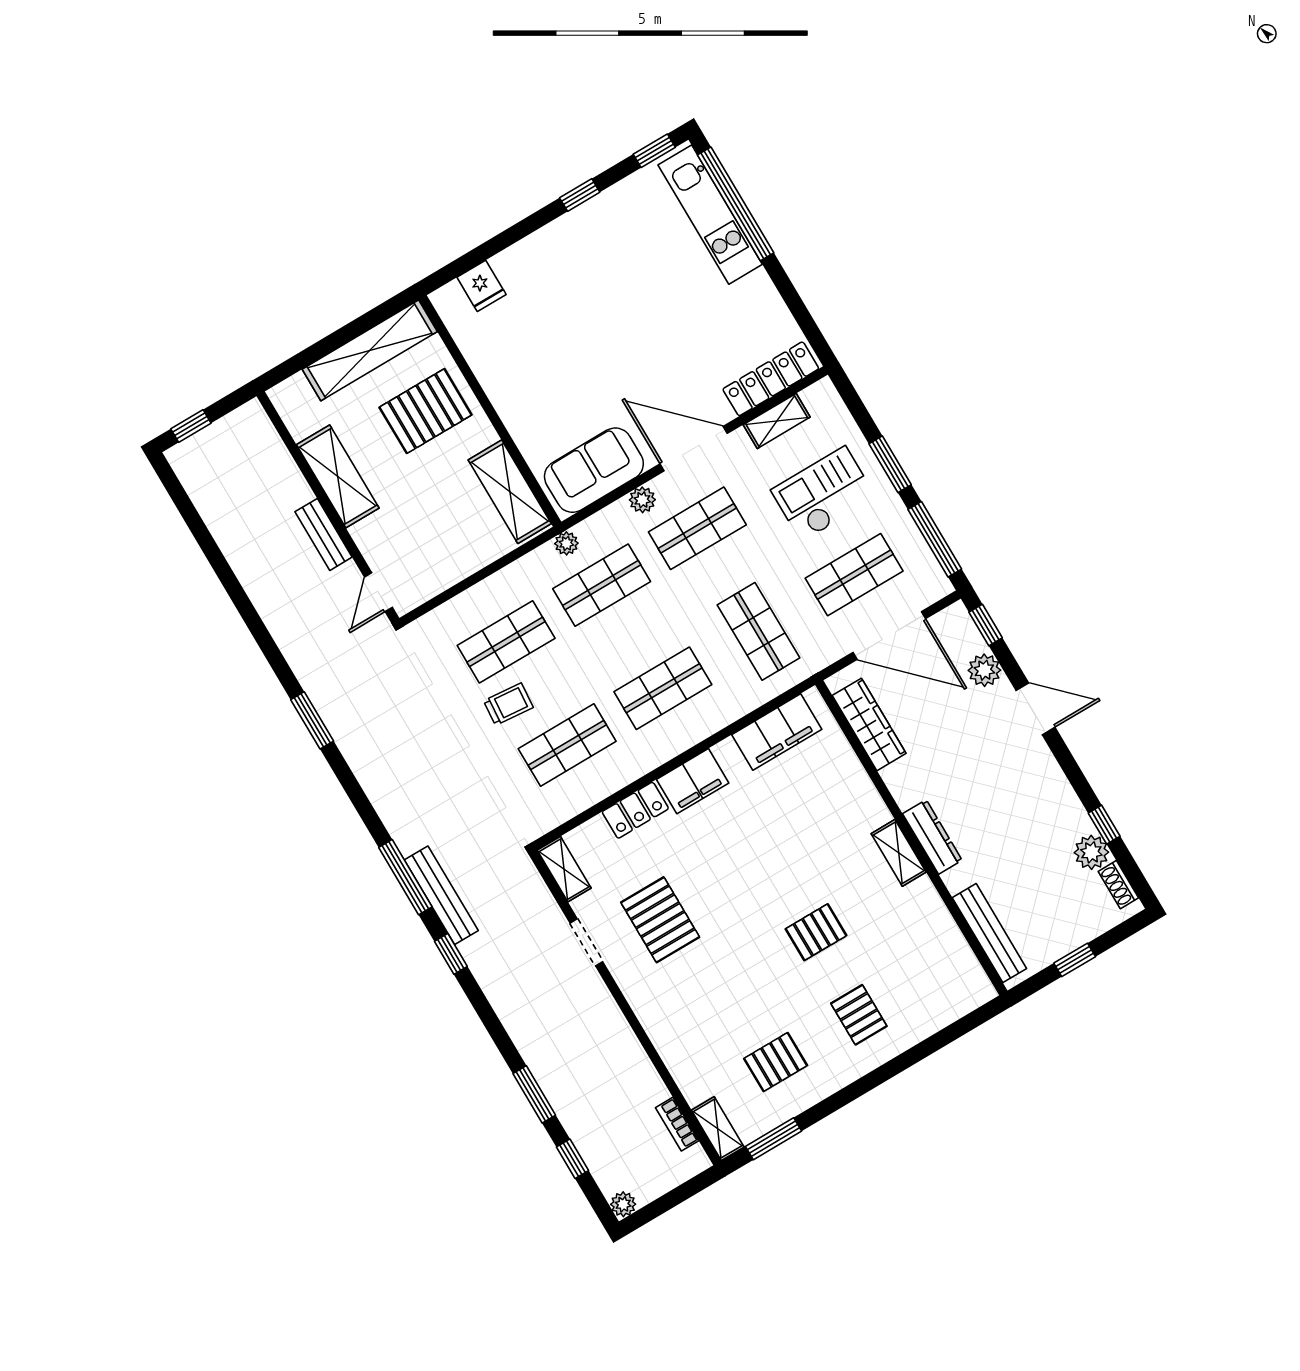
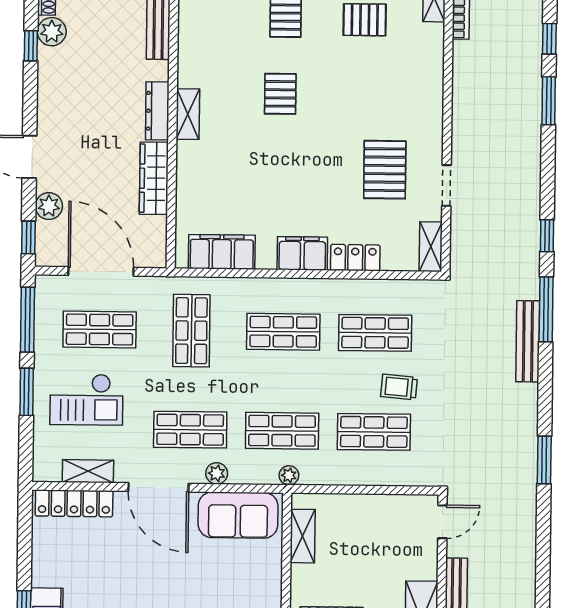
shelving: (510, 492) -> (303, 536), width x0.67, depth x0.75
wardrobe: (869, 724) -> (154, 178), moved
bench: (441, 895) -> (528, 341), moved
pallet: (816, 932) -> (280, 94), turned 90

